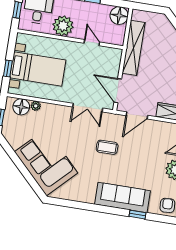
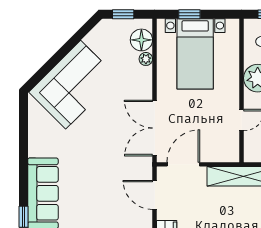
double door: (88, 108) -> (155, 128), width x1.37
coffee table: (107, 147) -> (106, 162), removed

